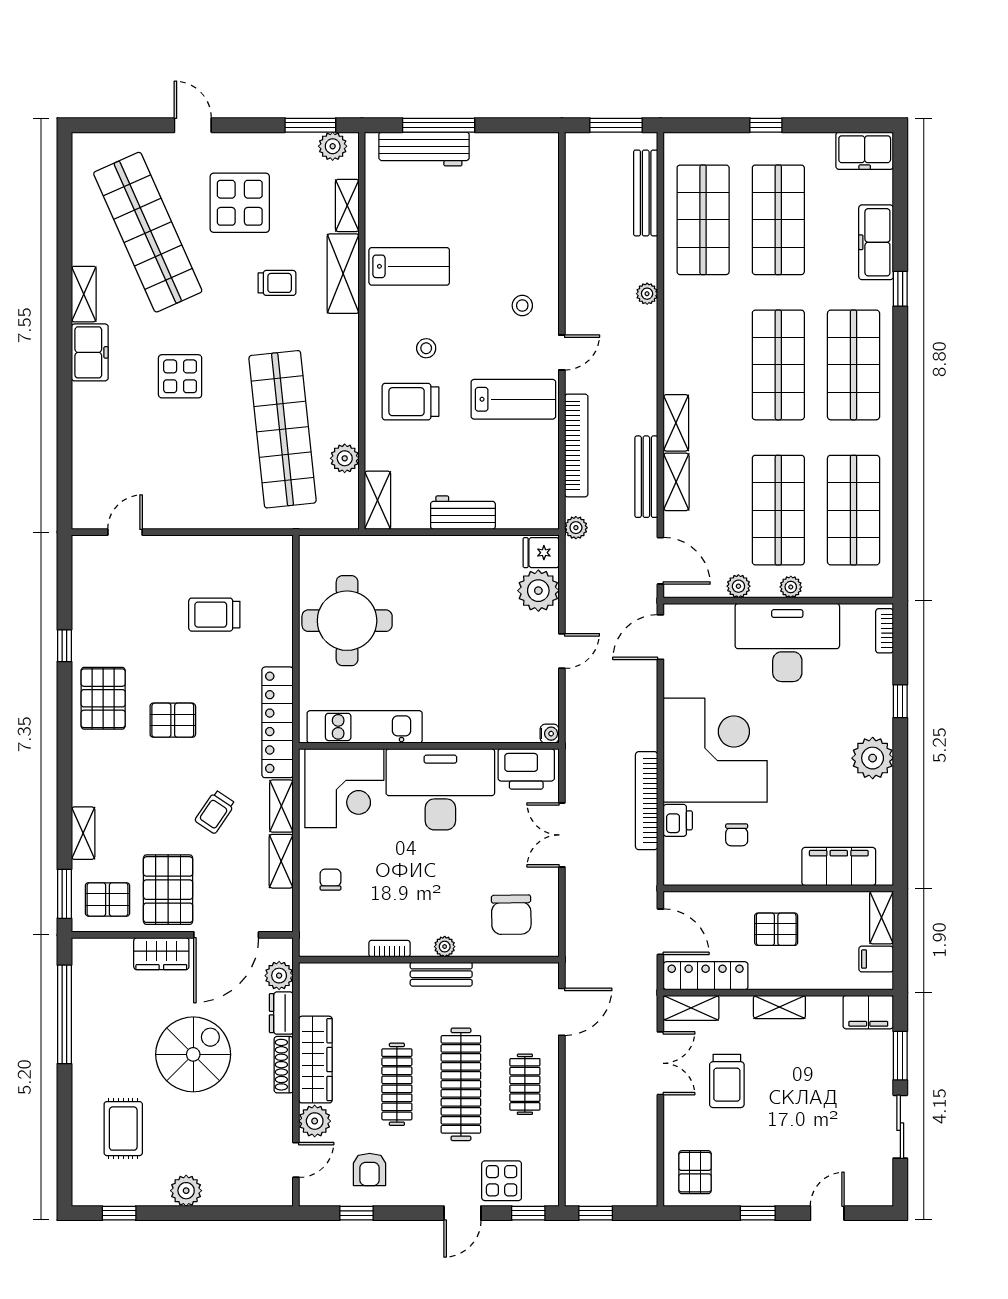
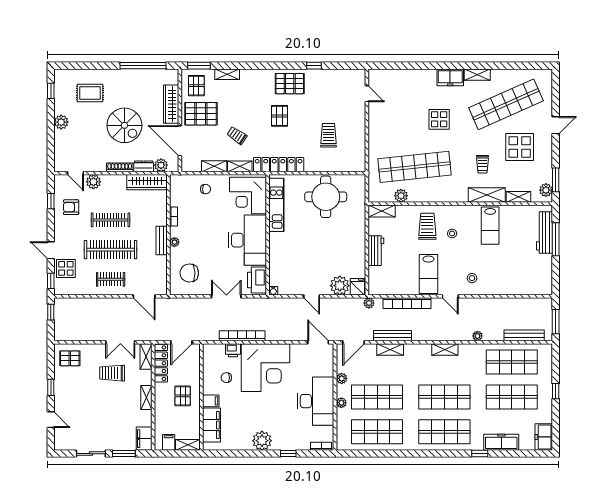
shelving: (676, 423) -> (445, 349), moved
filing cabinet: (787, 868) -> (211, 401), added
wardrobe: (161, 954) -> (171, 104), width x1.50
wardrobe: (315, 1060) -> (147, 182), moved

